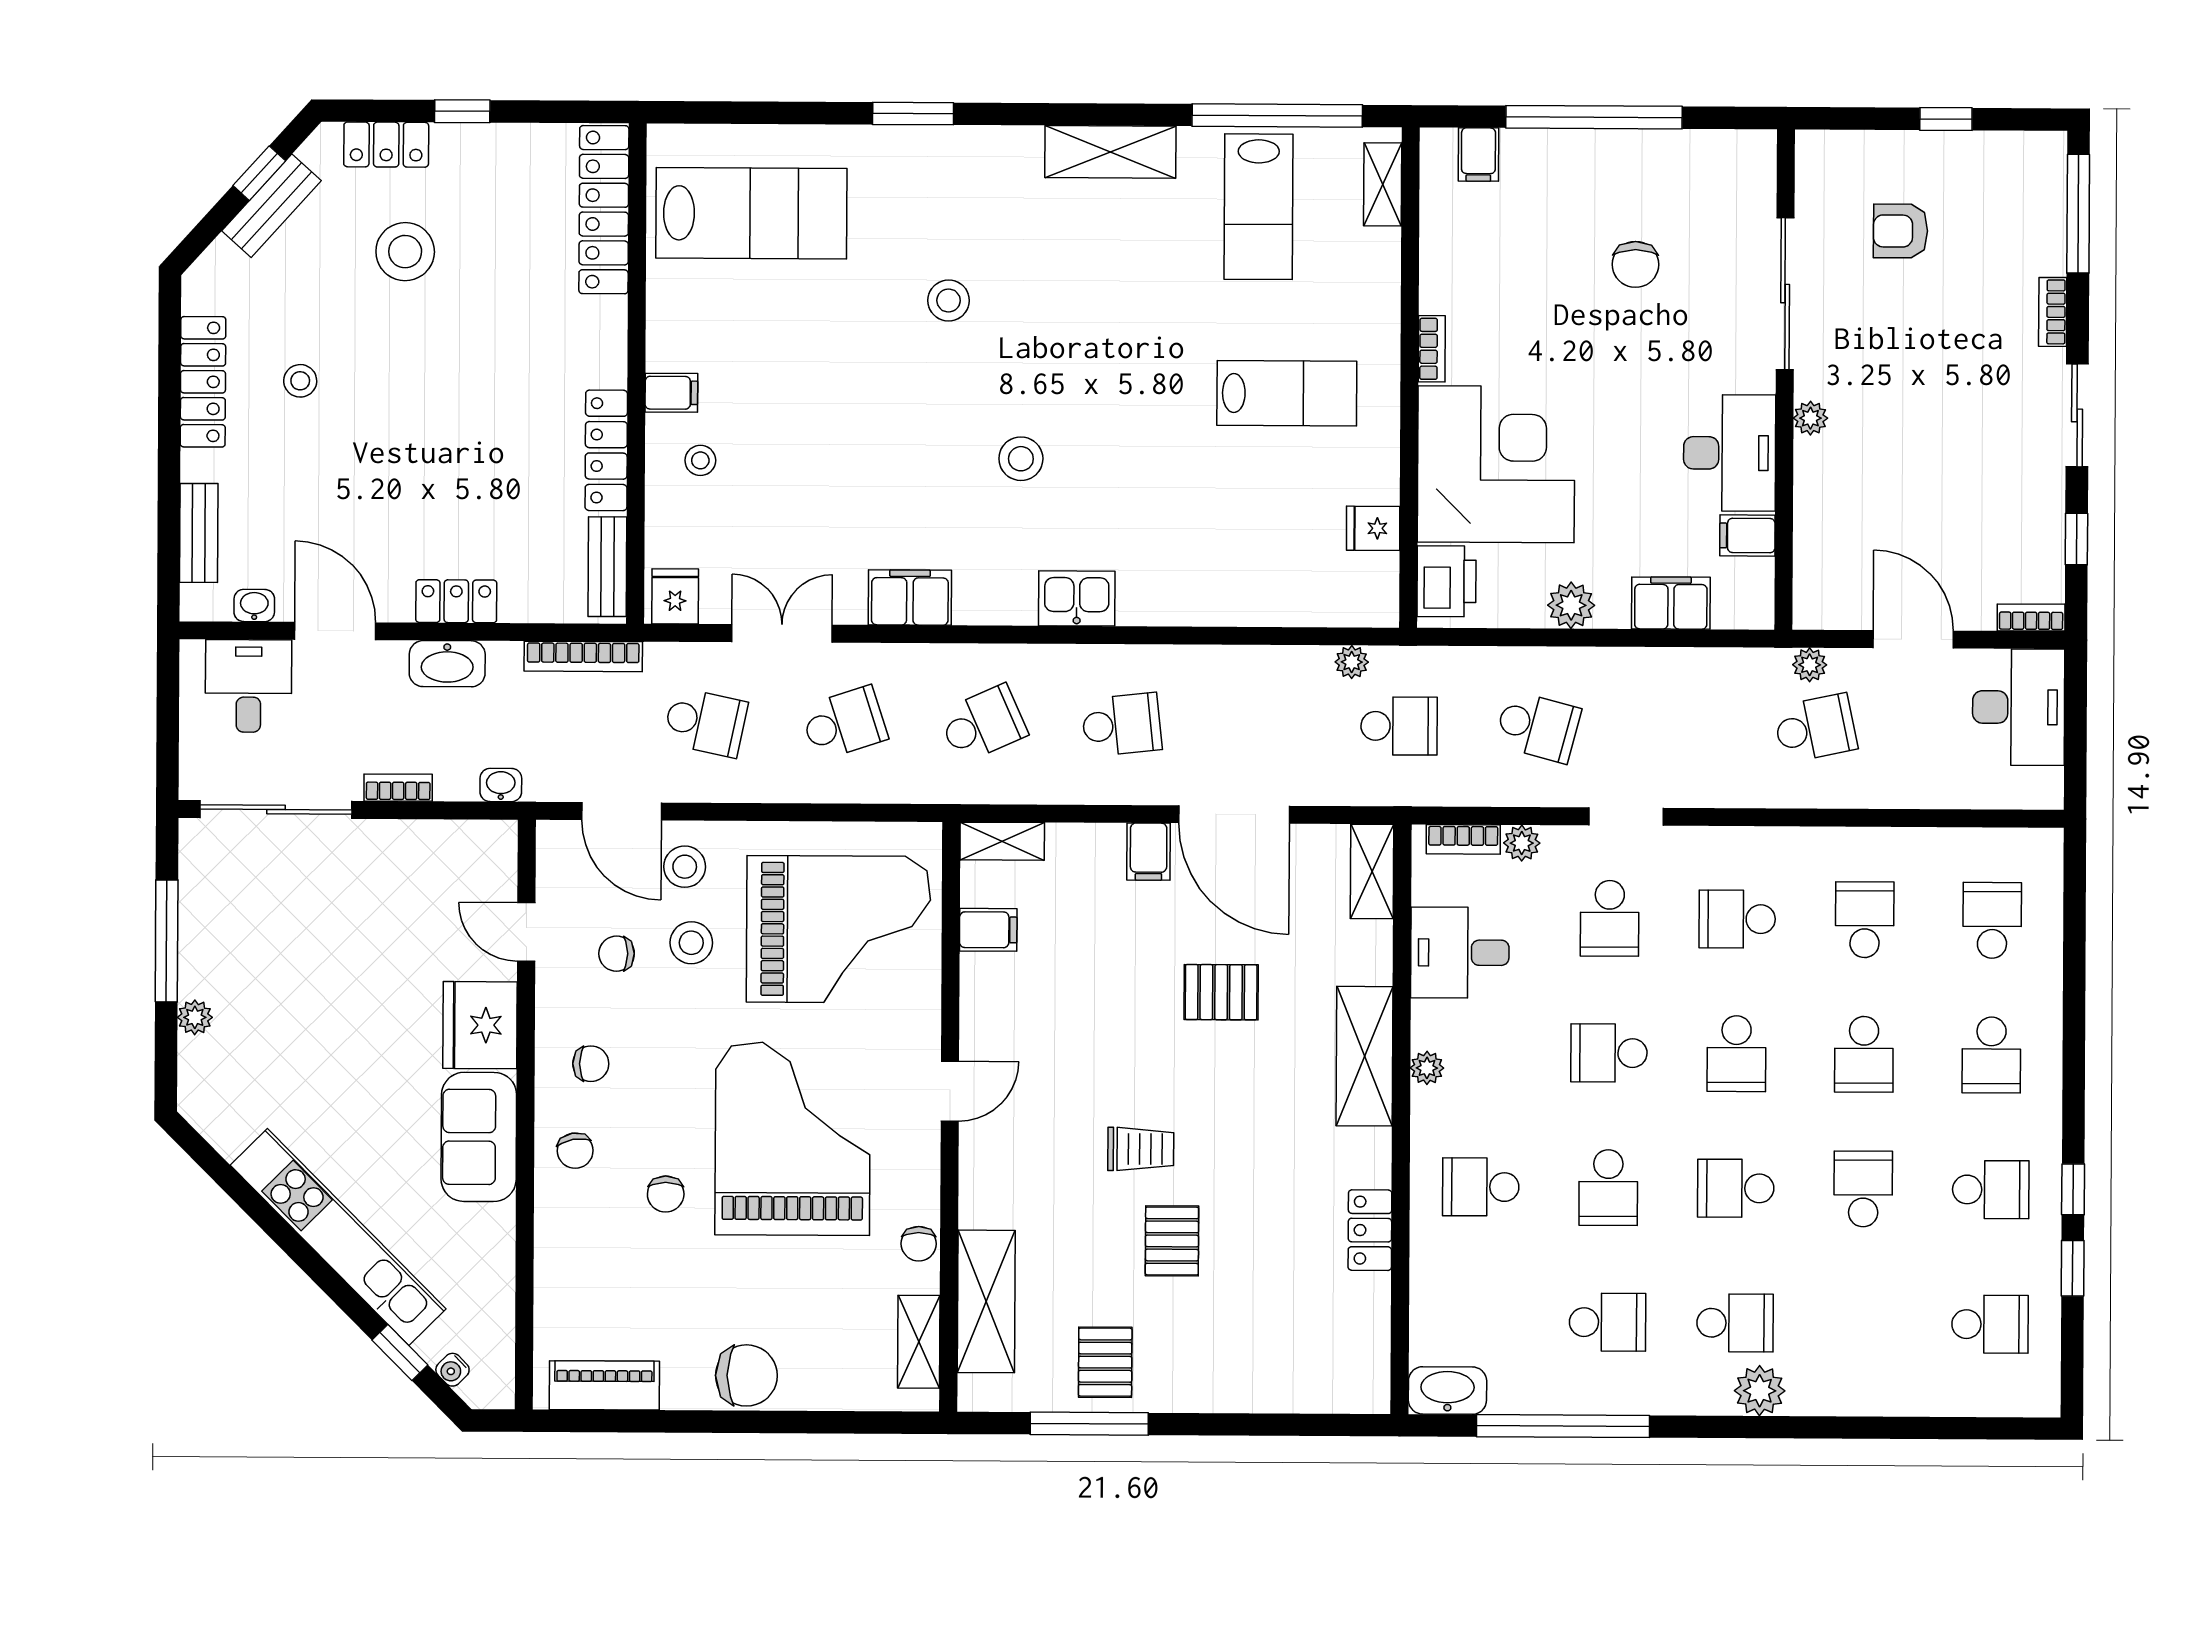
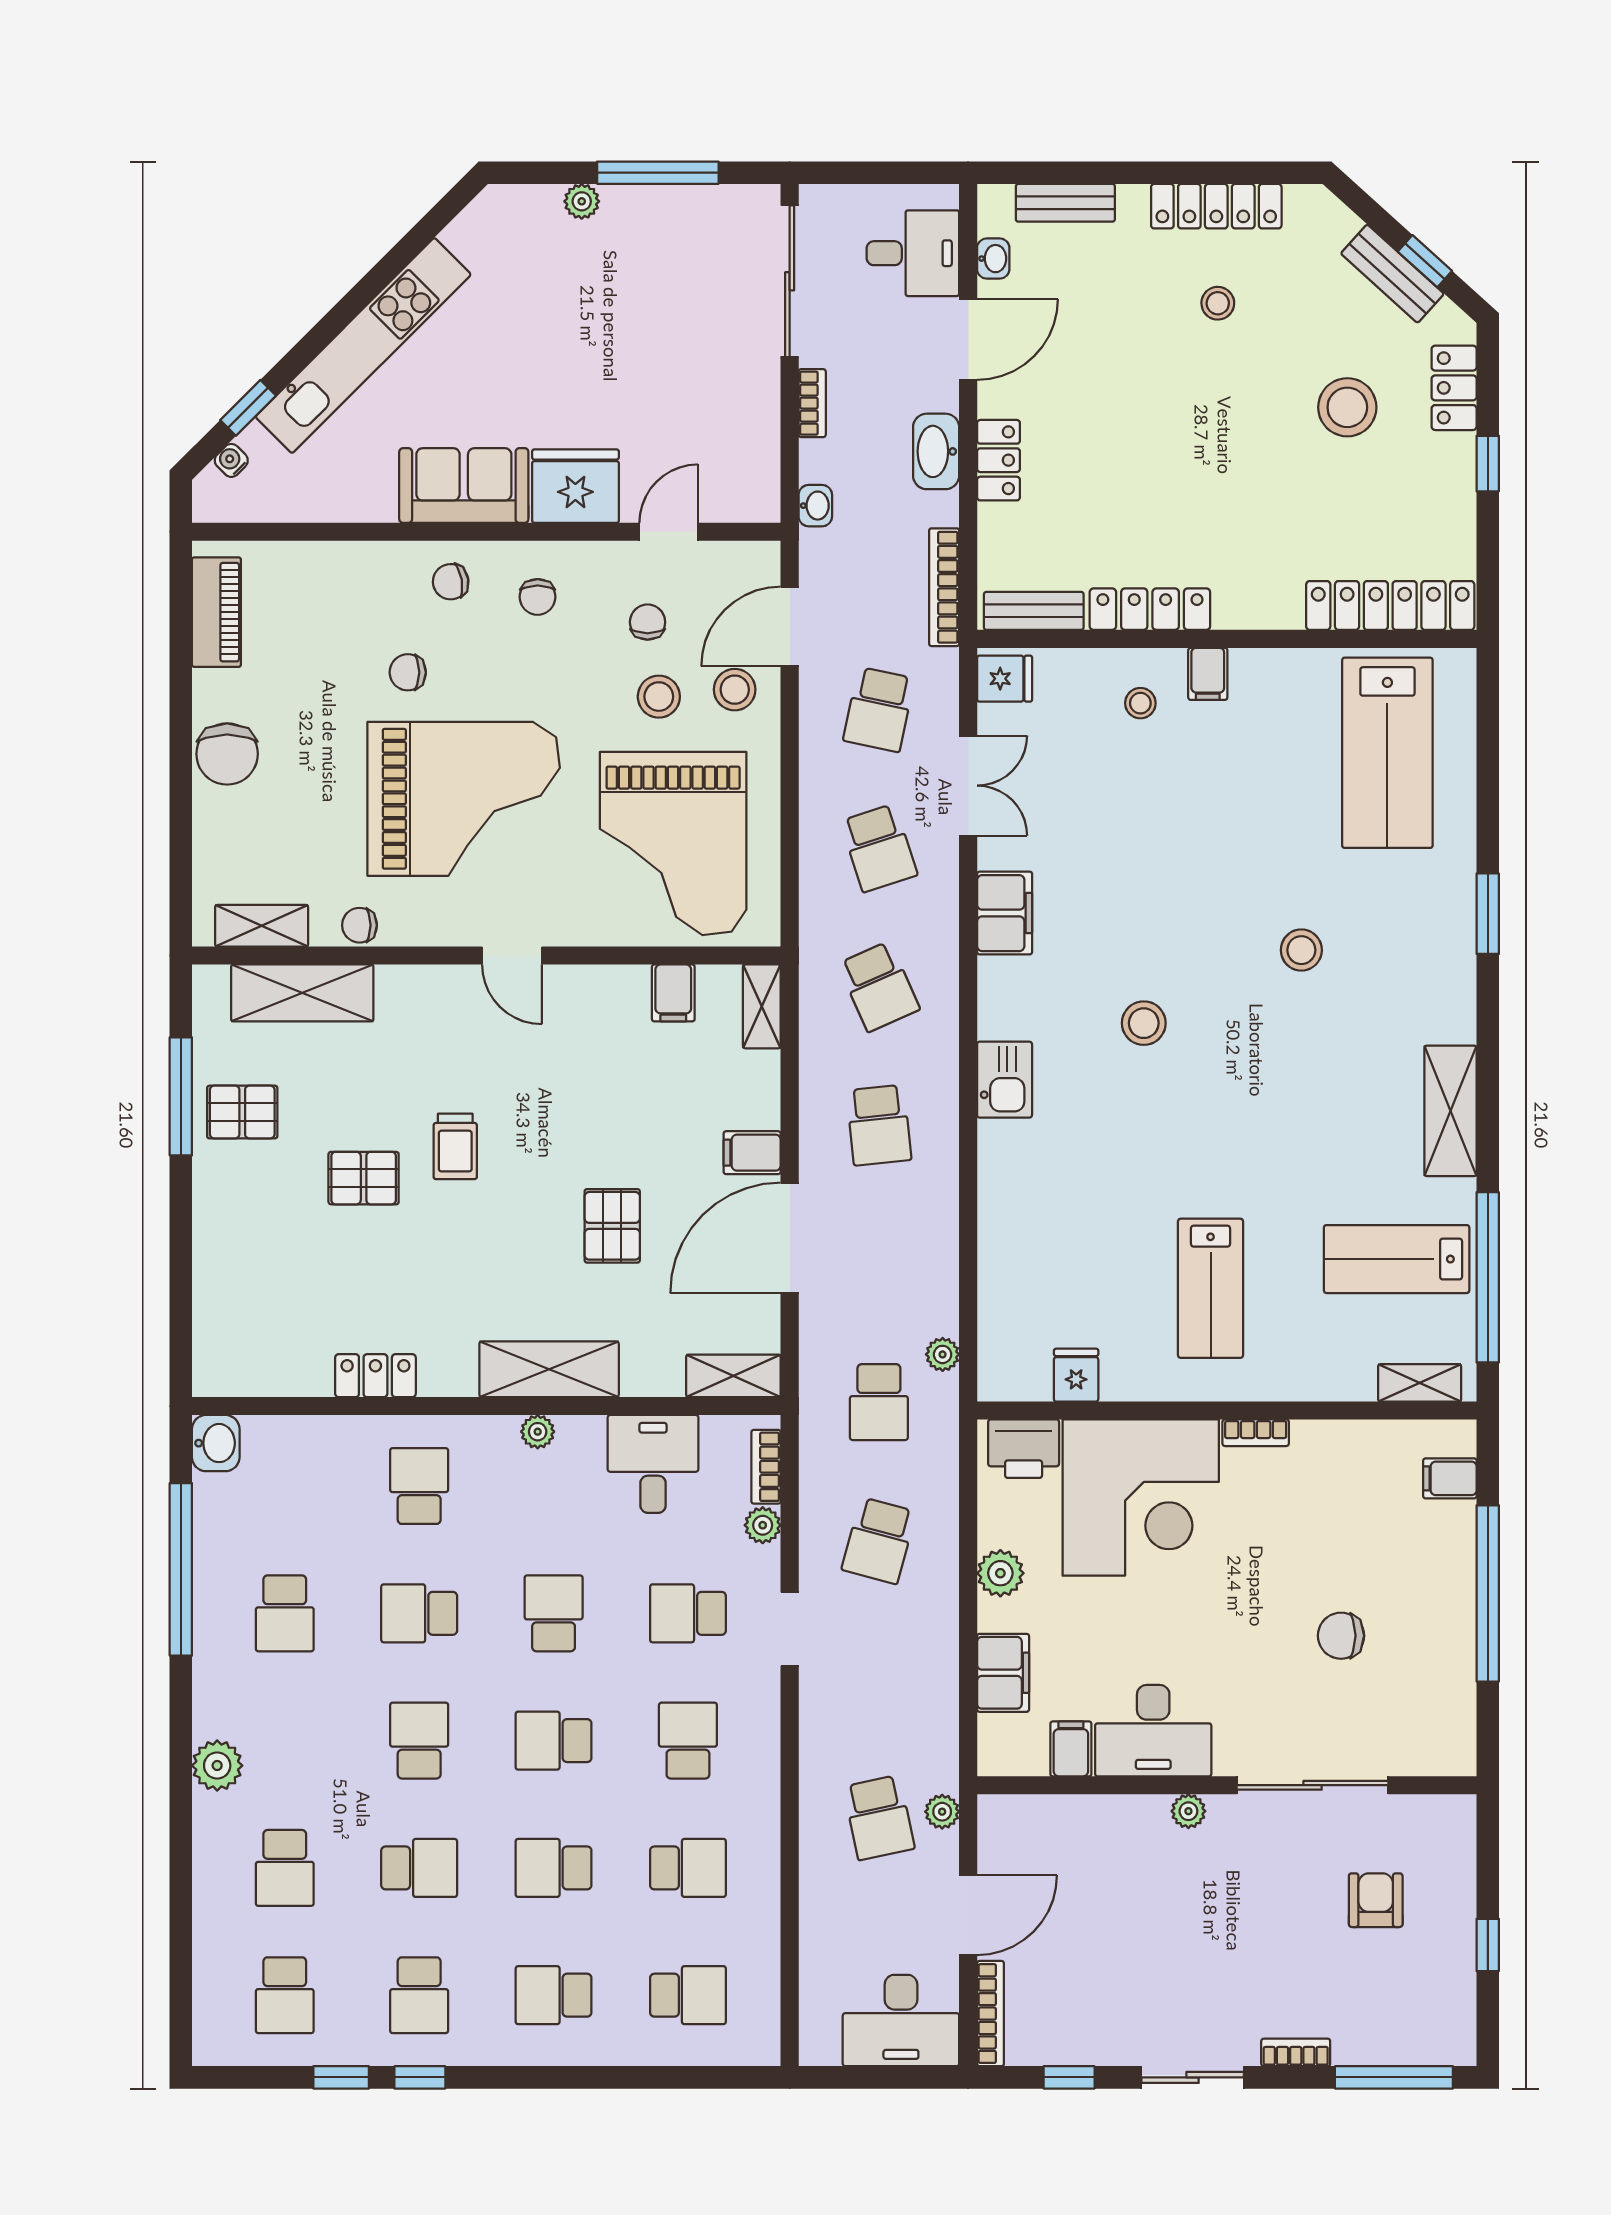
bookcase: (2031, 618) -> (991, 2014), width x1.56
school desk: (1735, 1323) -> (285, 1868), moved
washbasin: (1447, 1391) -> (216, 1443), width x0.72

